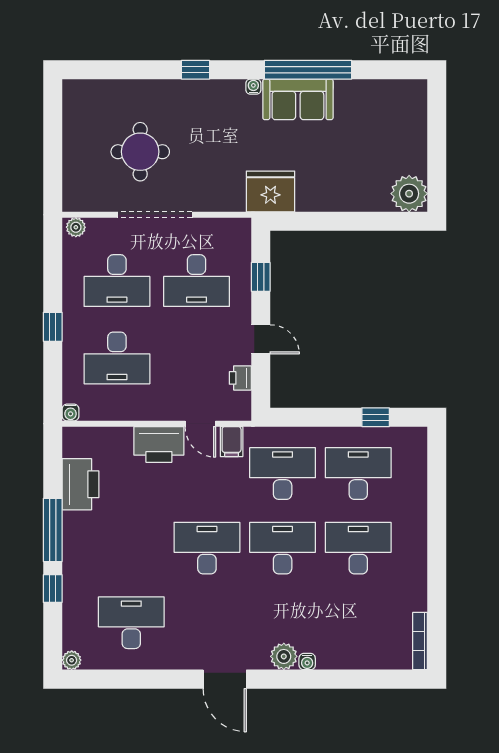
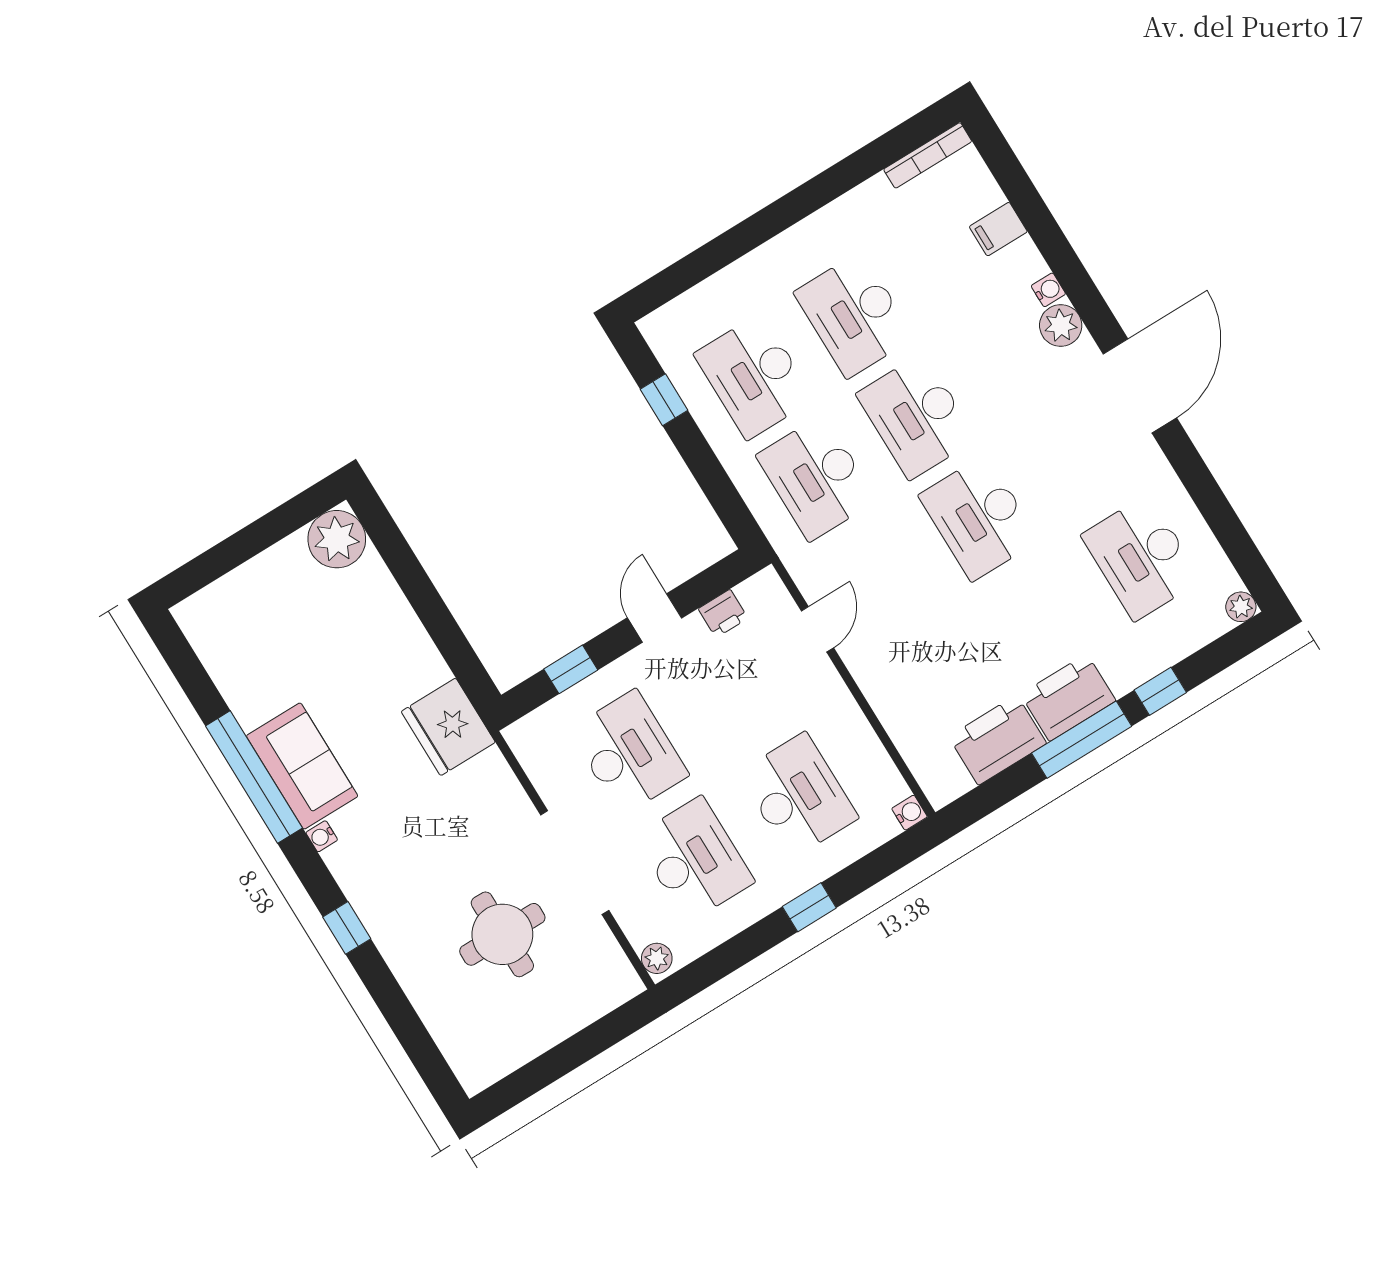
filing cabinet: (232, 442) -> (998, 229), moved, turned 180
printer: (159, 444) -> (1068, 698), moved, turned -90
door: (225, 679) -> (1140, 386), width x1.36

